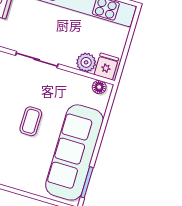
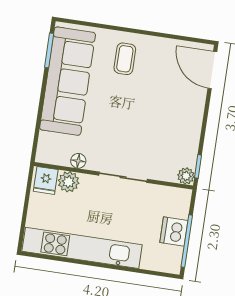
floor lamp: (99, 87) -> (78, 161), moved
coffee table: (31, 121) -> (125, 59), moved

